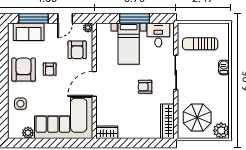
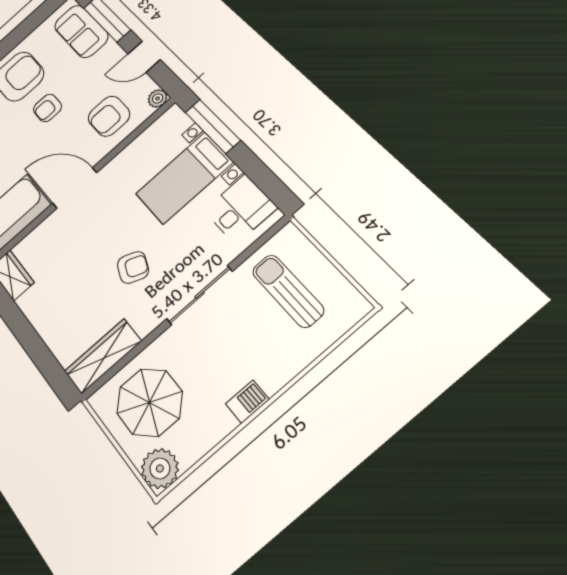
window: (134, 18) -> (213, 126), moved
barbecue: (224, 67) -> (247, 402), moved
armchair: (145, 87) -> (133, 267), turned 113

